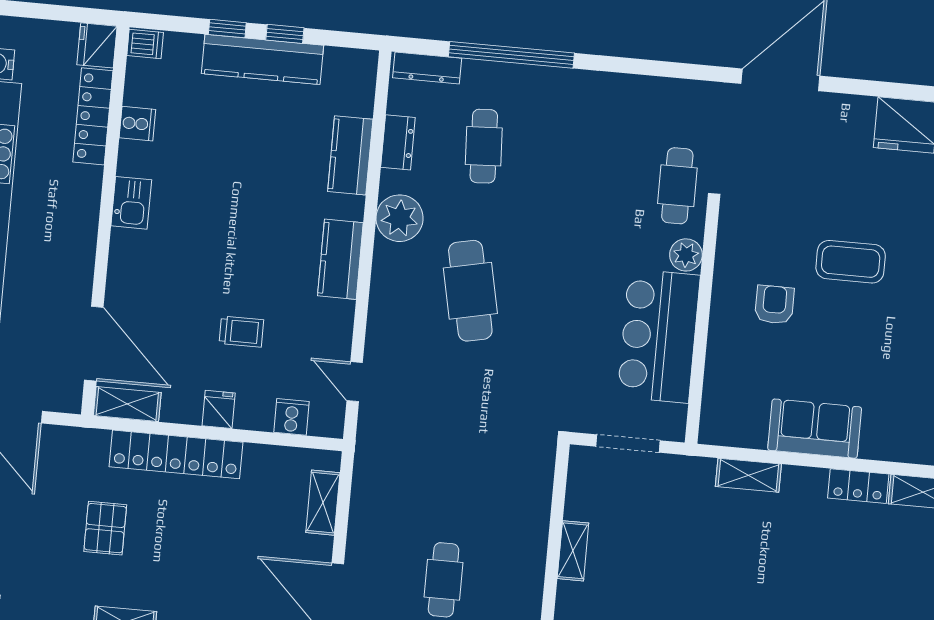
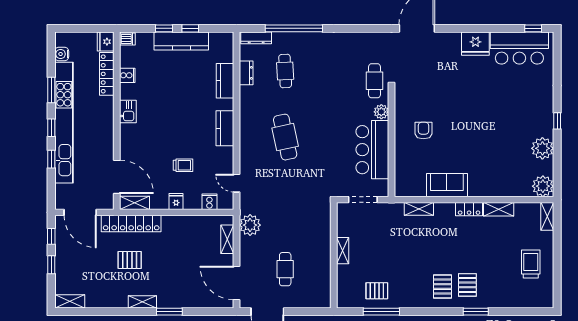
plant: (400, 218) -> (250, 225), moved
coffee table: (851, 262) -> (456, 108), removed
locker: (176, 454) -> (131, 224), moved
pallet: (105, 528) -> (130, 260), turned 90

